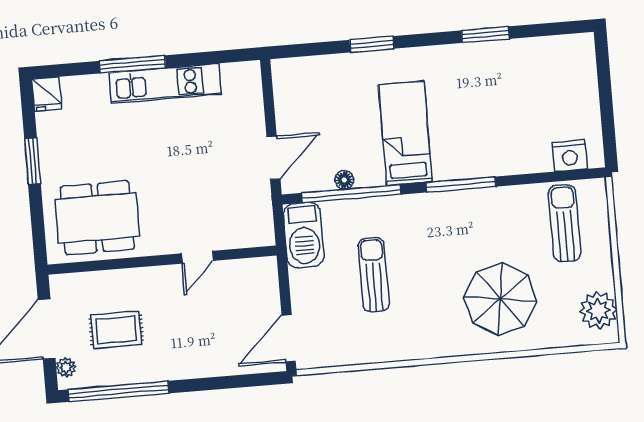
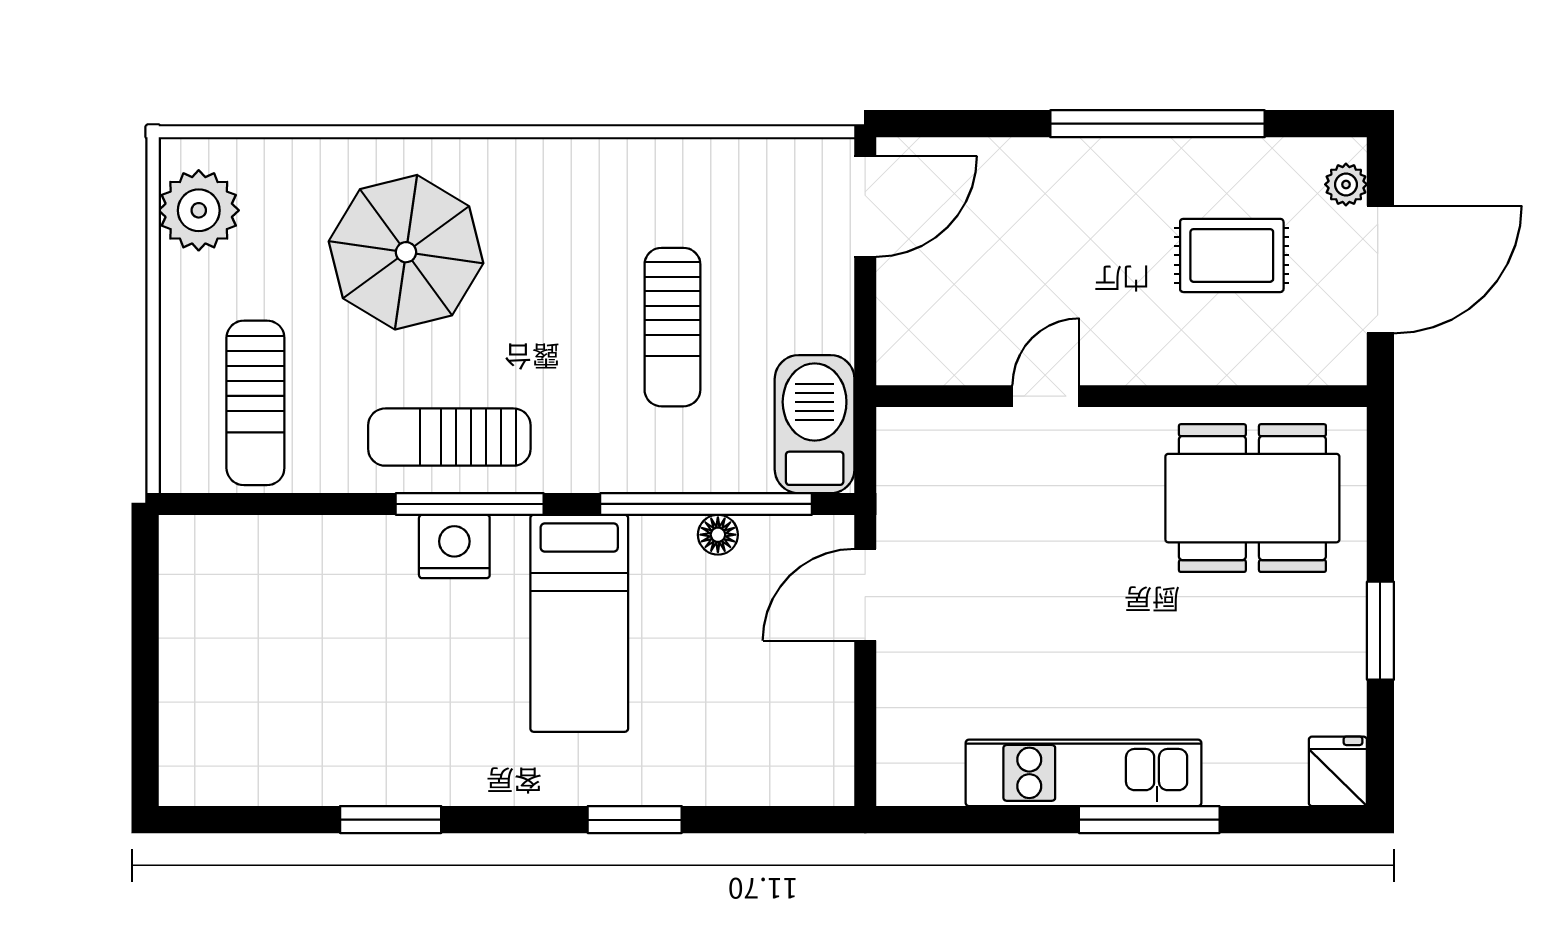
nightstand: (570, 155) -> (454, 546), moved
sun lounger: (473, 215) -> (449, 437), added
window: (119, 391) -> (1158, 124), moved

